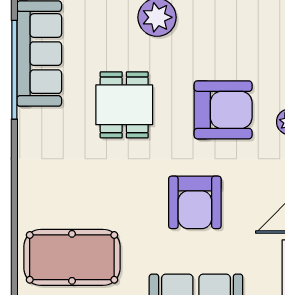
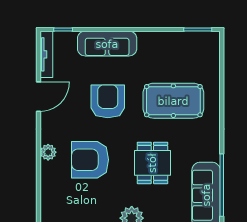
pool table: (72, 257) -> (173, 101), moved

